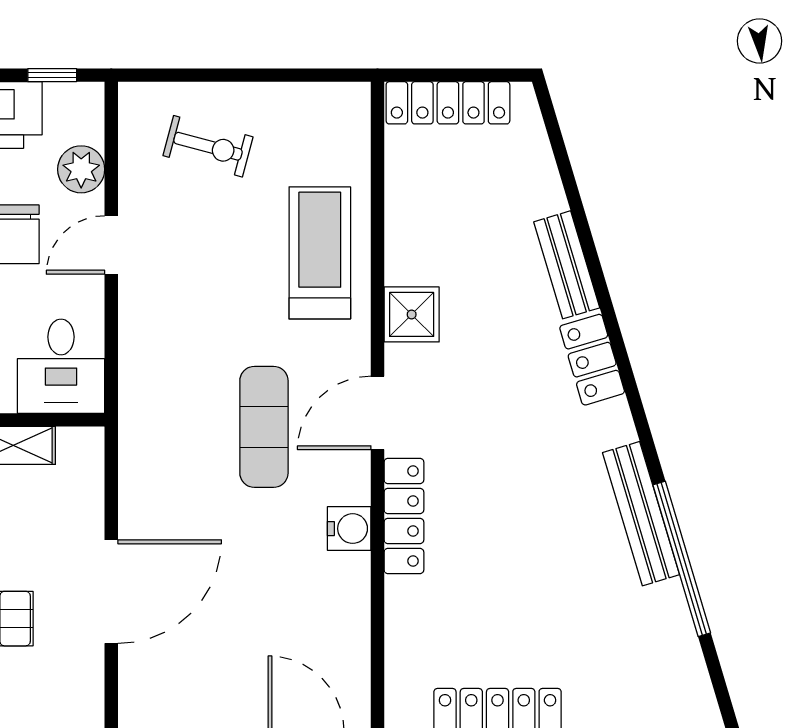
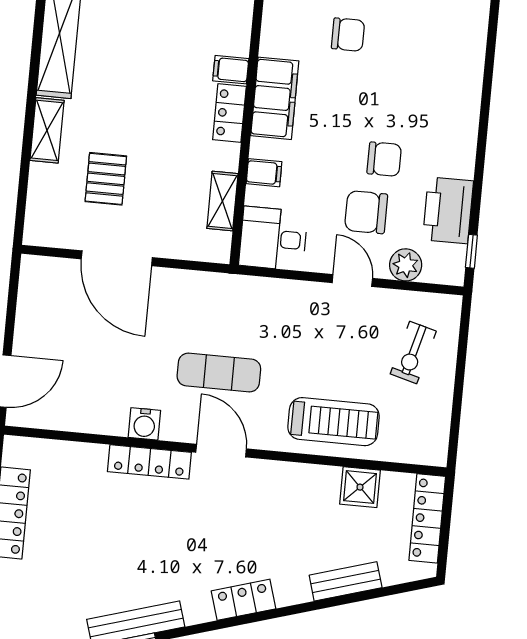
bench: (567, 265) -> (346, 581), moved
shower: (412, 314) -> (360, 487), moved

